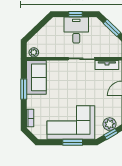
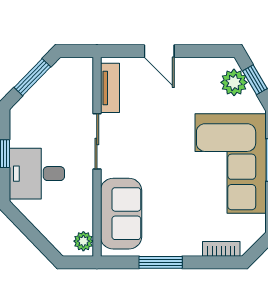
desk: (76, 30) -> (37, 174), moved
sofa: (36, 77) -> (121, 214), moved, turned 90

